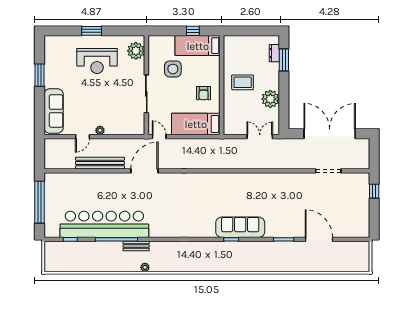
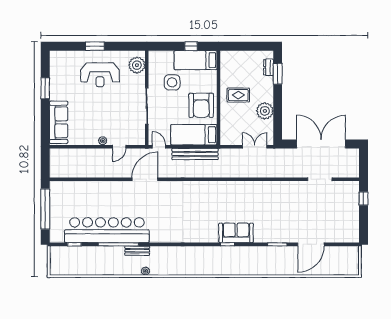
armchair: (204, 93) -> (201, 105), width x1.88, depth x1.88
door: (83, 137) -> (119, 147), moved
bench: (100, 163) -> (195, 154), moved
sofa: (240, 227) -> (236, 233), width x0.73
door: (319, 239) -> (311, 244), swing flipped

